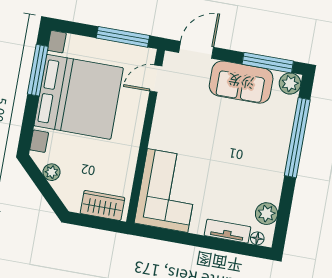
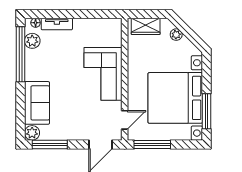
sofa: (241, 82) -> (37, 103), moved, turned 90
window: (297, 138) -> (20, 54), moved
plant: (52, 172) -> (176, 35), moved
corner sofa: (167, 191) -> (103, 74), moved

